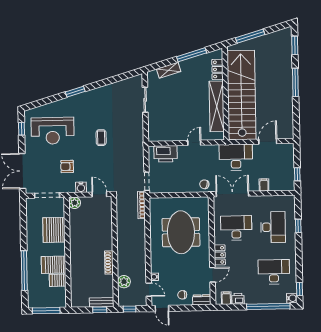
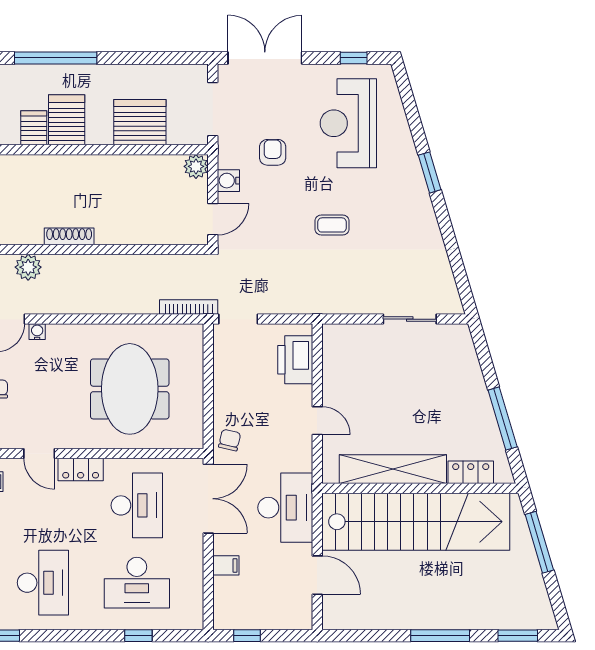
shelving: (169, 70) -> (471, 370), removed
meeting table: (181, 232) -> (130, 389), turned 90

